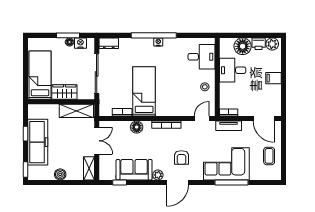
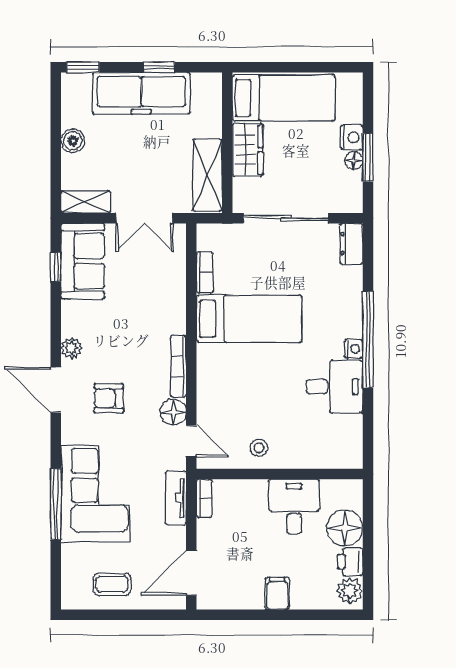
nightstand: (80, 43) -> (351, 137), moved
desk: (201, 57) -> (334, 387), moved, turned -90
floor lamp: (137, 127) -> (173, 412), moved
sofa: (134, 170) -> (83, 261), moved

